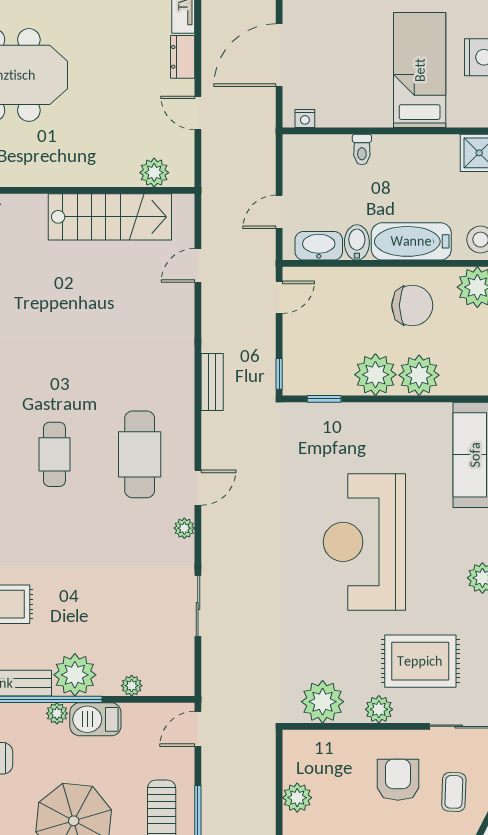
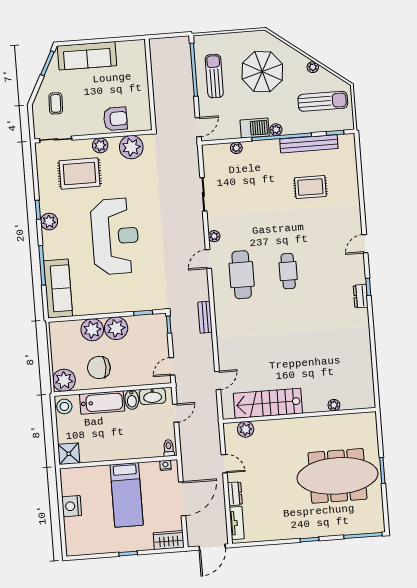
bed: (420, 70) -> (127, 495), moved
toilet: (362, 149) -> (169, 448), moved
plant: (75, 675) -> (268, 151), removed
armchair: (398, 780) -> (115, 119), moved, turned -90
plant: (297, 798) -> (141, 94), removed

